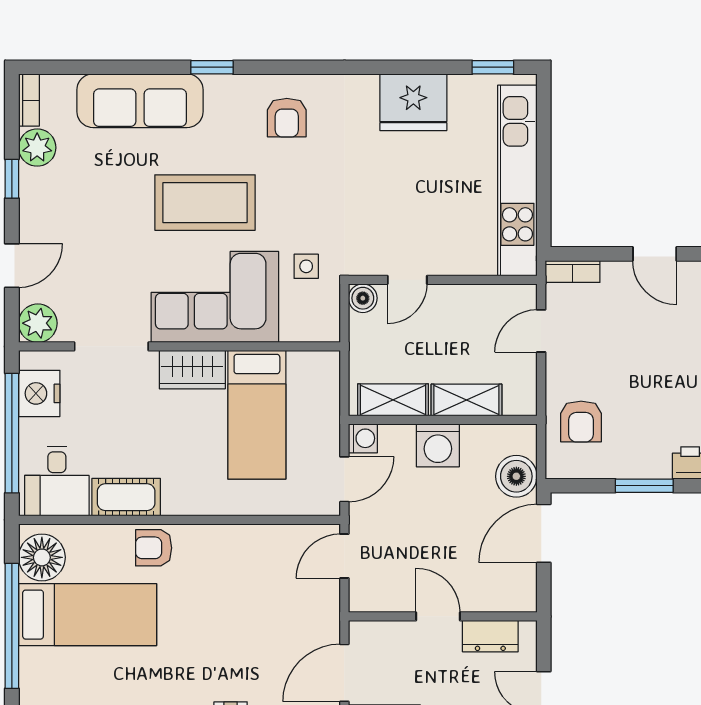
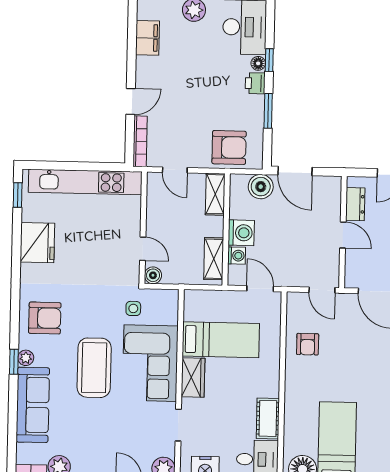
plant: (219, 87) -> (26, 358), added
armchair: (287, 118) -> (45, 318), width x1.38, depth x1.38
bookcase: (573, 271) -> (140, 141), width x1.56
doorway: (111, 346) -> (178, 425), width x0.73
shelving: (466, 400) -> (215, 194), moved
armchair: (581, 421) -> (229, 147), width x1.38, depth x1.38
washing machine: (363, 438) -> (237, 256), moved, turned 90
armchair: (154, 548) -> (308, 344), moved
door: (344, 556) -> (322, 290), moved
door: (438, 616) -> (343, 235), swing flipped

